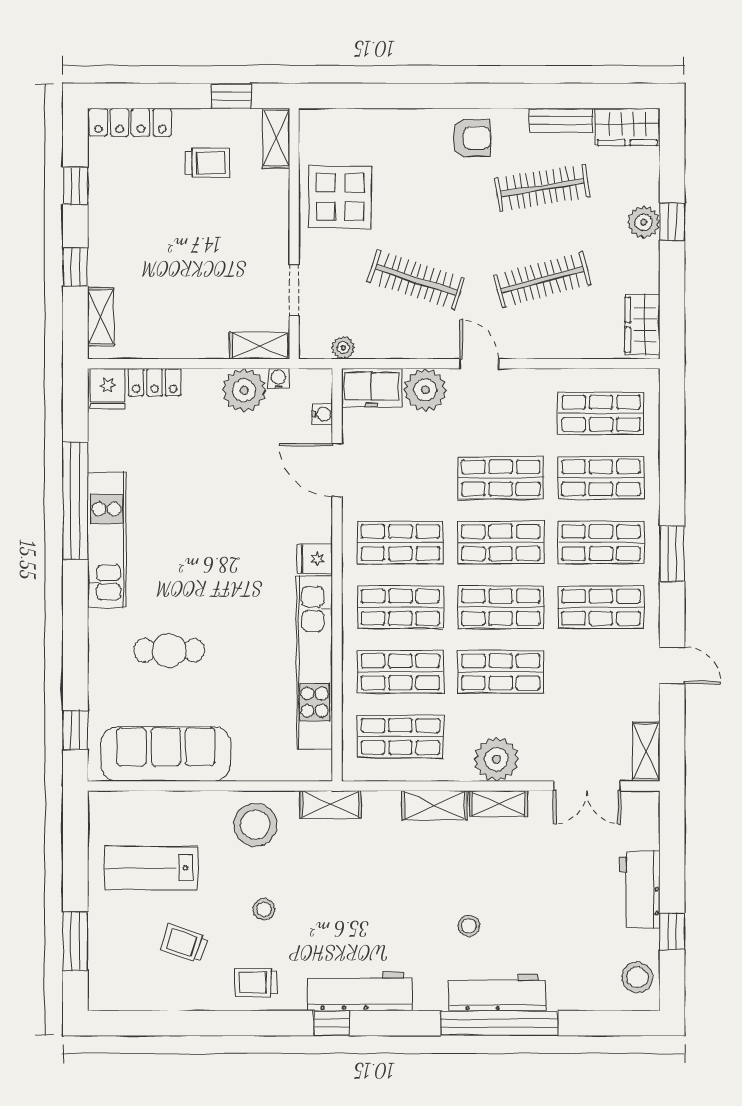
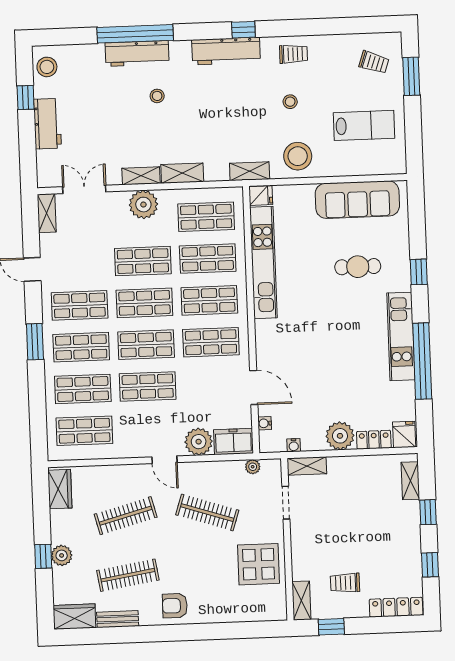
plant: (244, 390) -> (340, 436), moved
fridge: (315, 559) -> (261, 196), moved
window: (75, 730) -> (419, 272), moved
trolley: (184, 943) -> (374, 62), moved

